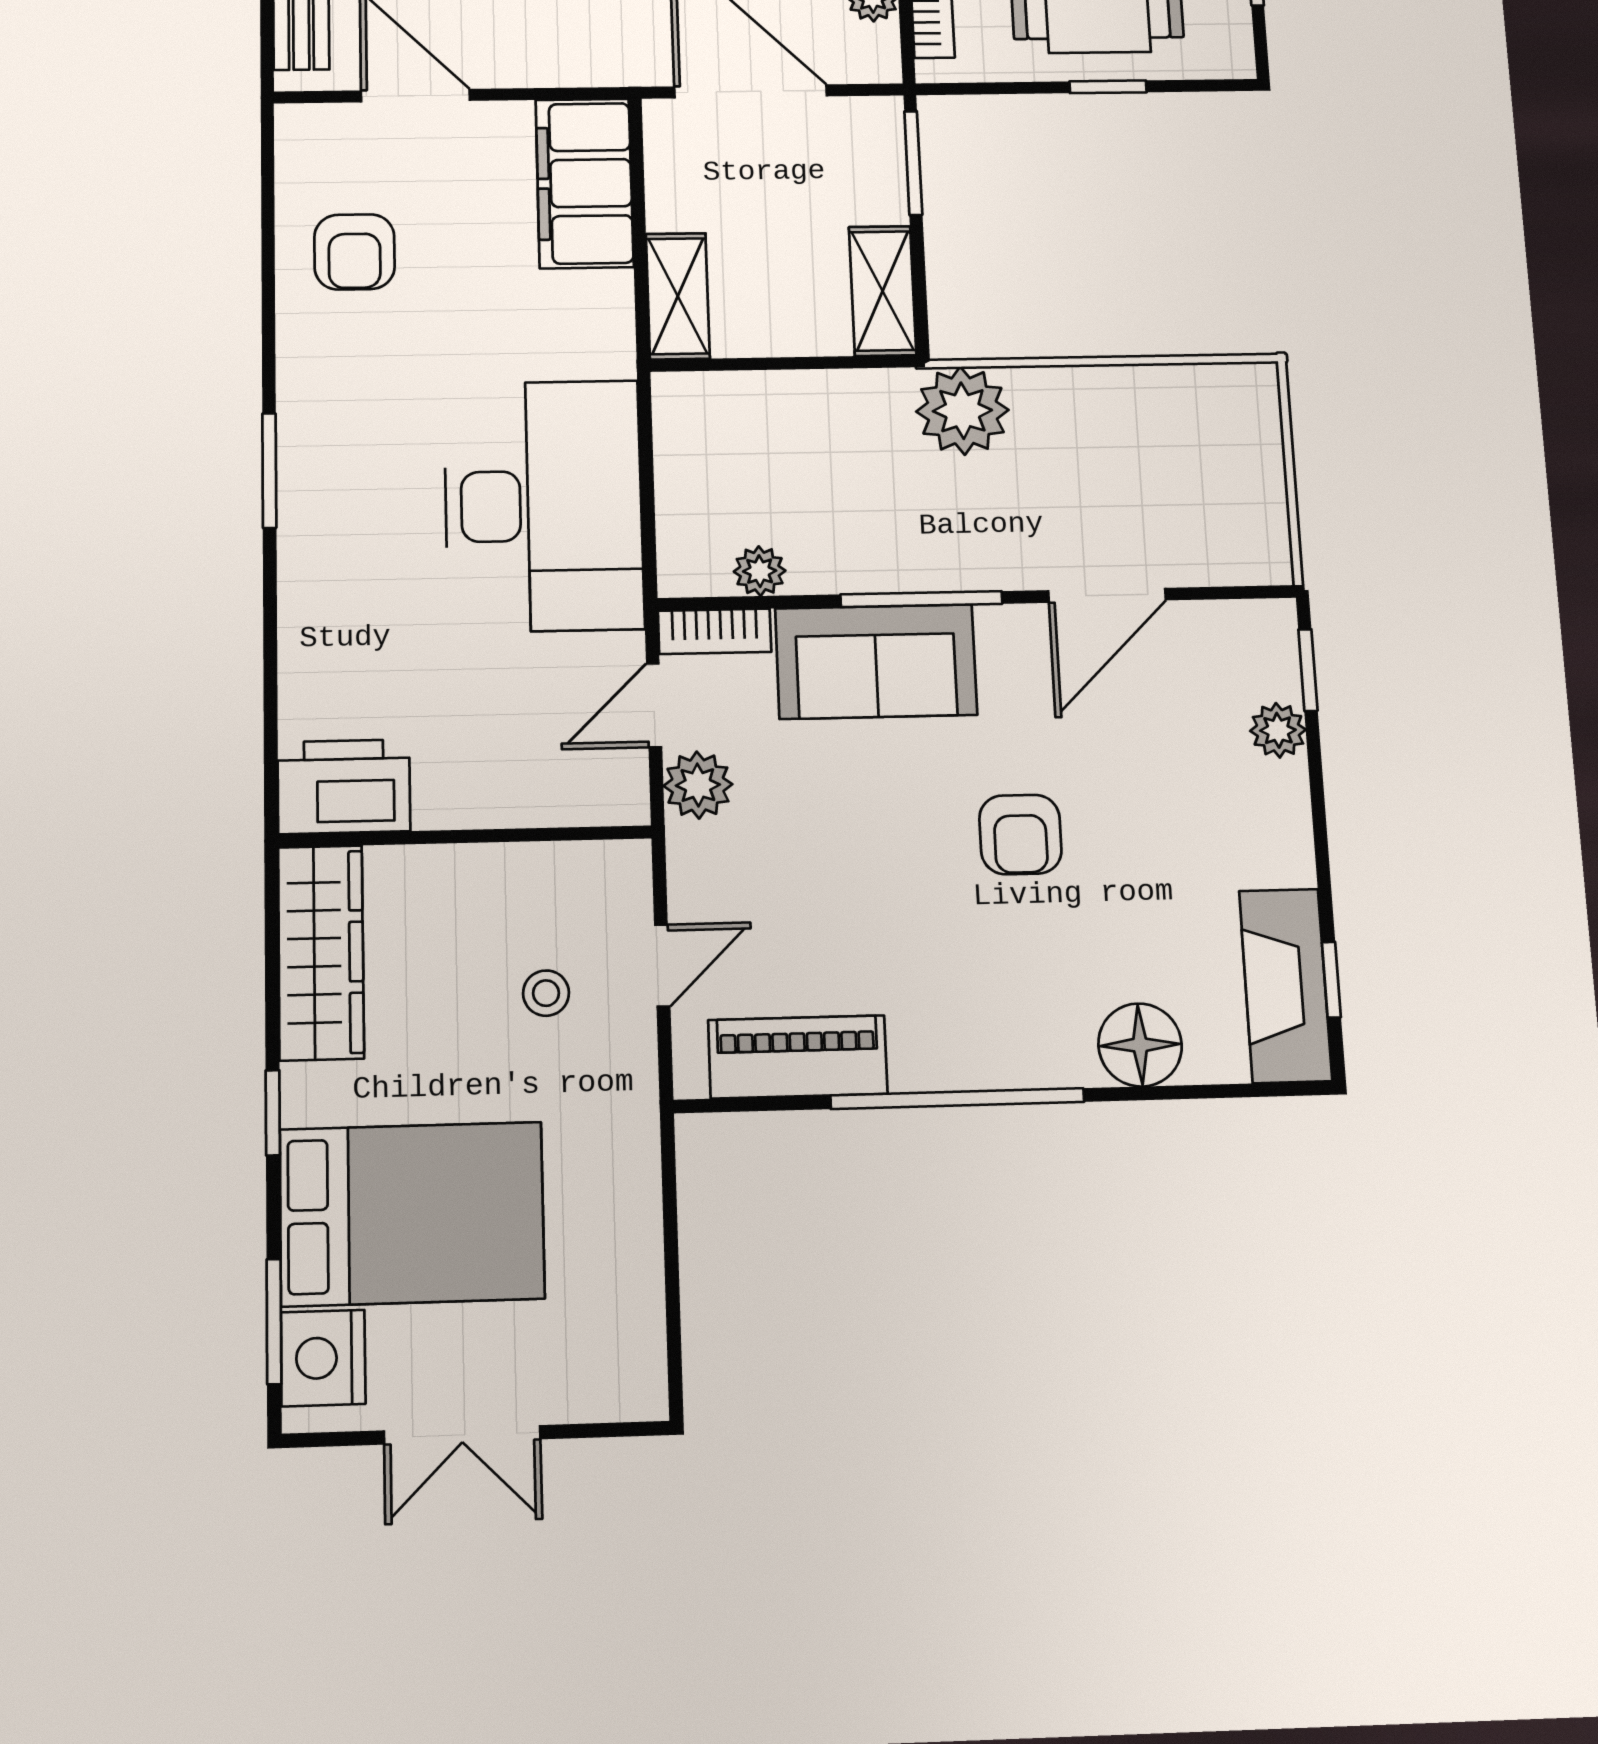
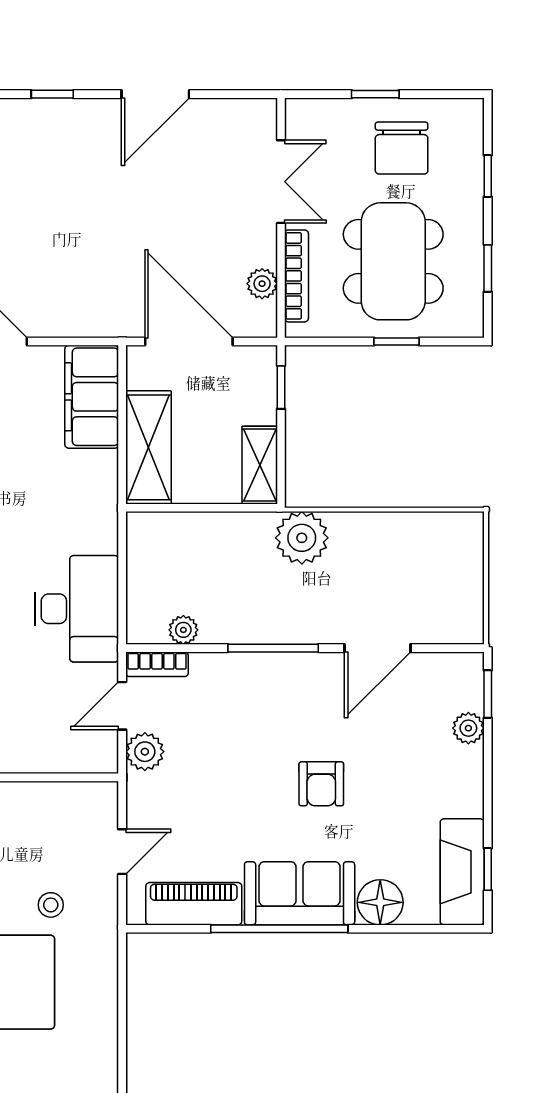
window: (913, 163) -> (281, 387), width x0.67
shelving: (678, 296) -> (149, 447), width x1.50, depth x1.33
desk: (544, 506) -> (77, 609), width x0.73, depth x0.77
sofa: (876, 662) -> (300, 893), moved, turned 180
stool: (546, 993) -> (51, 905), moved

